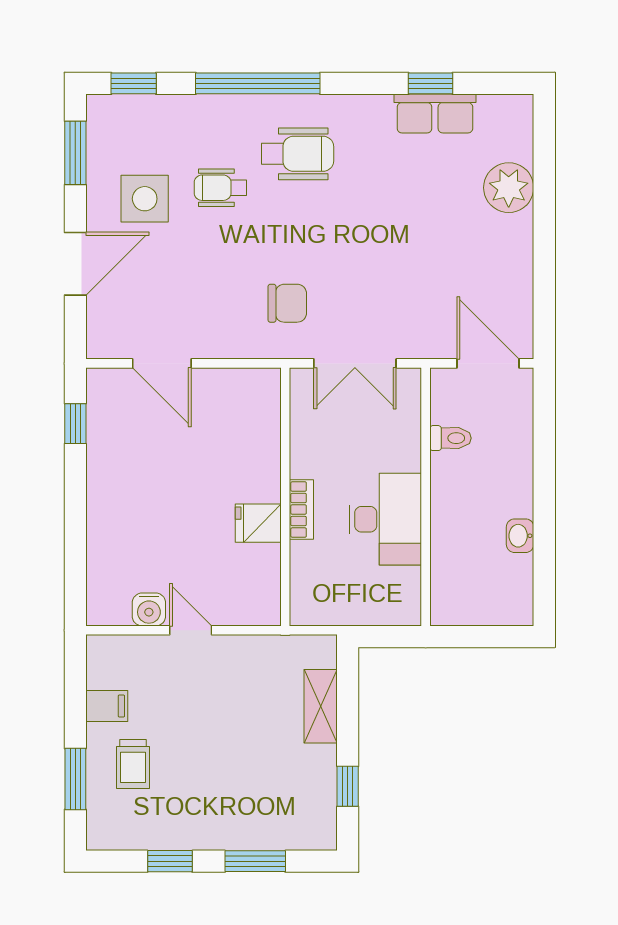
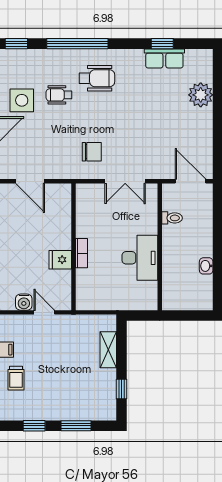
wall: (285, 497) -> (74, 247), moved
bookcase: (301, 510) -> (82, 253), moved
fridge: (258, 523) -> (60, 260), moved

